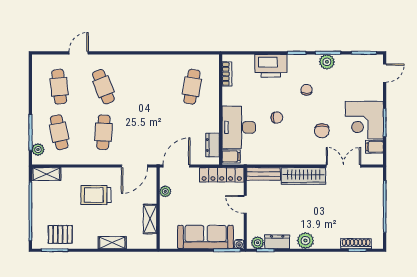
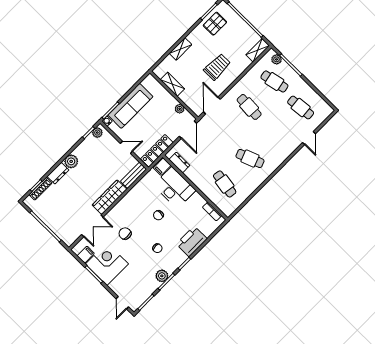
cafe table: (103, 87) -> (250, 158), moved
dresser: (277, 242) -> (58, 173), moved

